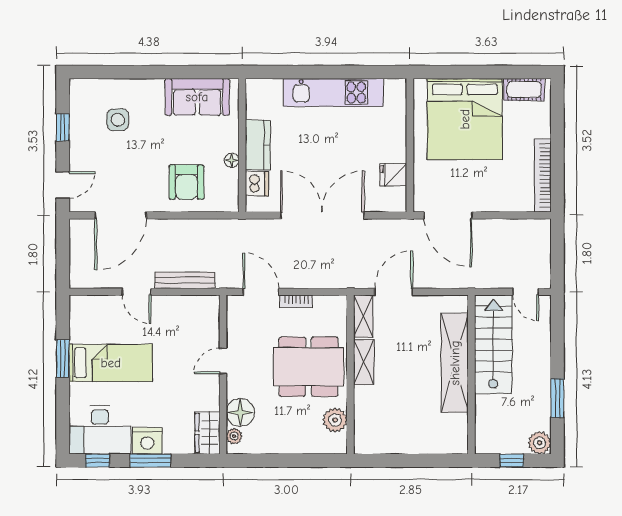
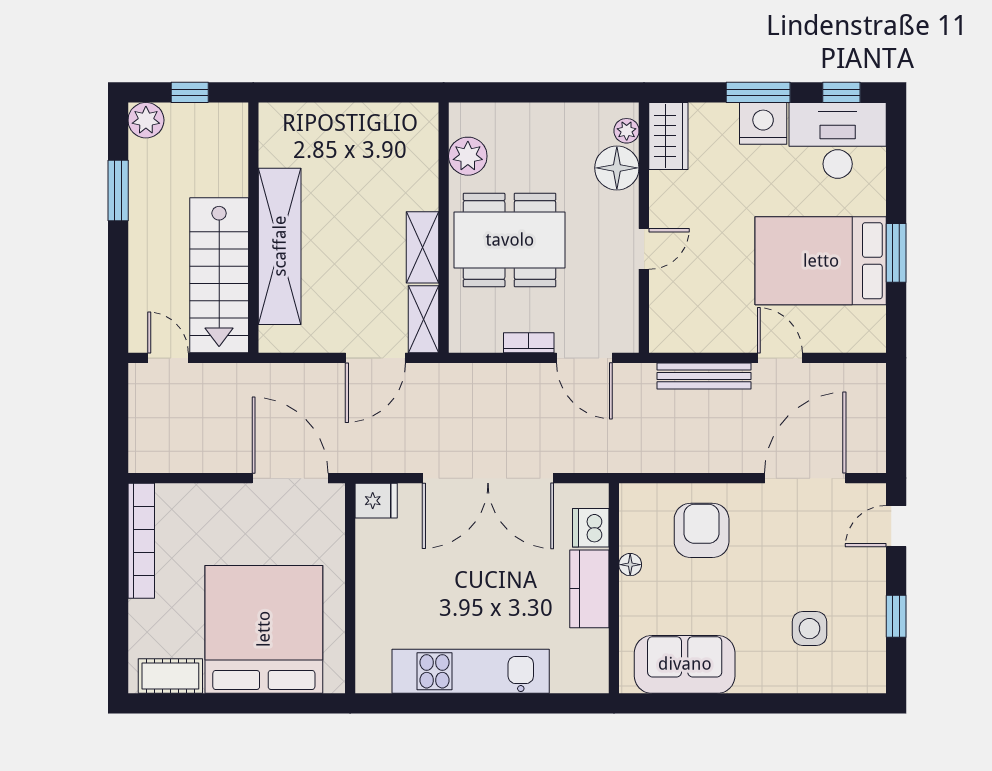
fridge: (393, 175) -> (376, 501), moved
bed: (111, 363) -> (821, 261), width x1.50

